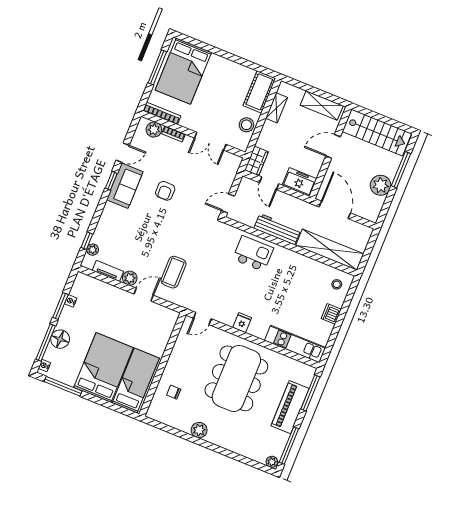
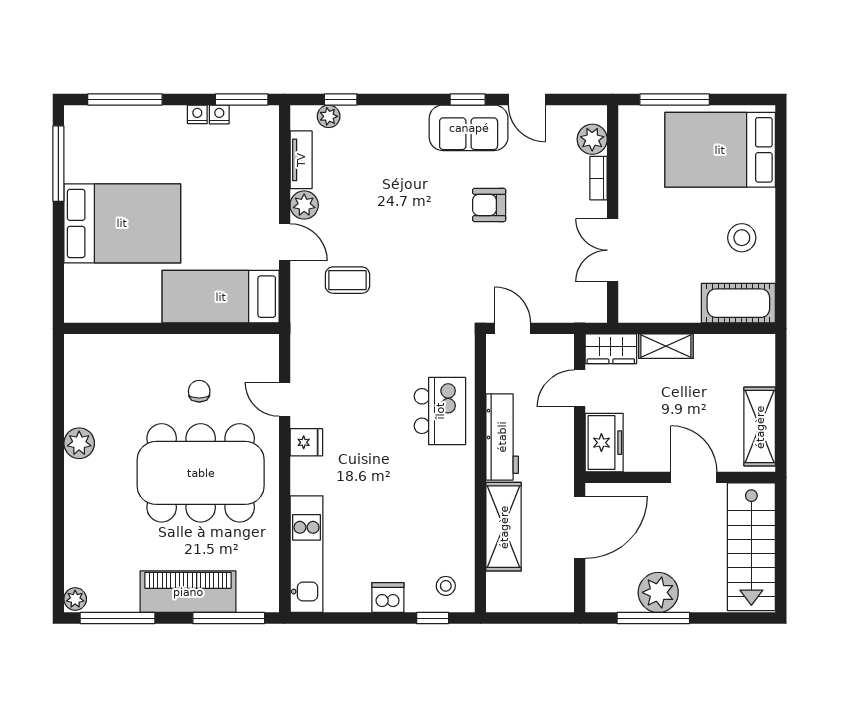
window: (157, 67) -> (675, 100), moved
shelving: (277, 108) -> (666, 346), moved
bookcase: (162, 113) -> (628, 142), removed
stool: (246, 125) -> (742, 238), moved
window: (401, 170) -> (653, 618), moved
shelving: (330, 250) -> (504, 527), width x0.68
coffee table: (173, 272) -> (347, 280), width x0.73, depth x0.77
window: (349, 297) -> (433, 618), added
window: (60, 306) -> (242, 100), moved
door: (202, 318) -> (285, 399), moved
floor lamp: (60, 339) -> (142, 123), removed
nightstand: (44, 366) -> (197, 114), moved
bed: (136, 381) -> (221, 297), moved, turned 180
chair: (174, 392) -> (199, 391), moved

